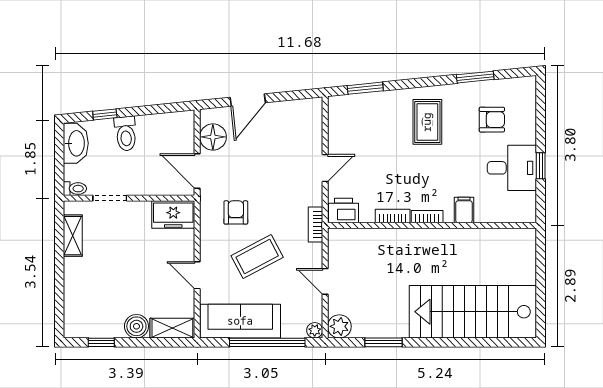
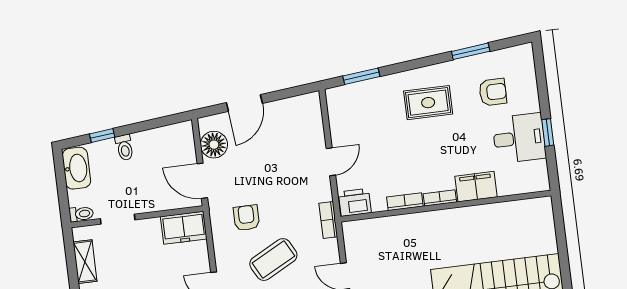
rug: (427, 122) -> (428, 103), turned 90
toilet: (126, 134) -> (124, 148), width x0.73, depth x0.72
filing cabinet: (464, 210) -> (476, 187), width x2.00

